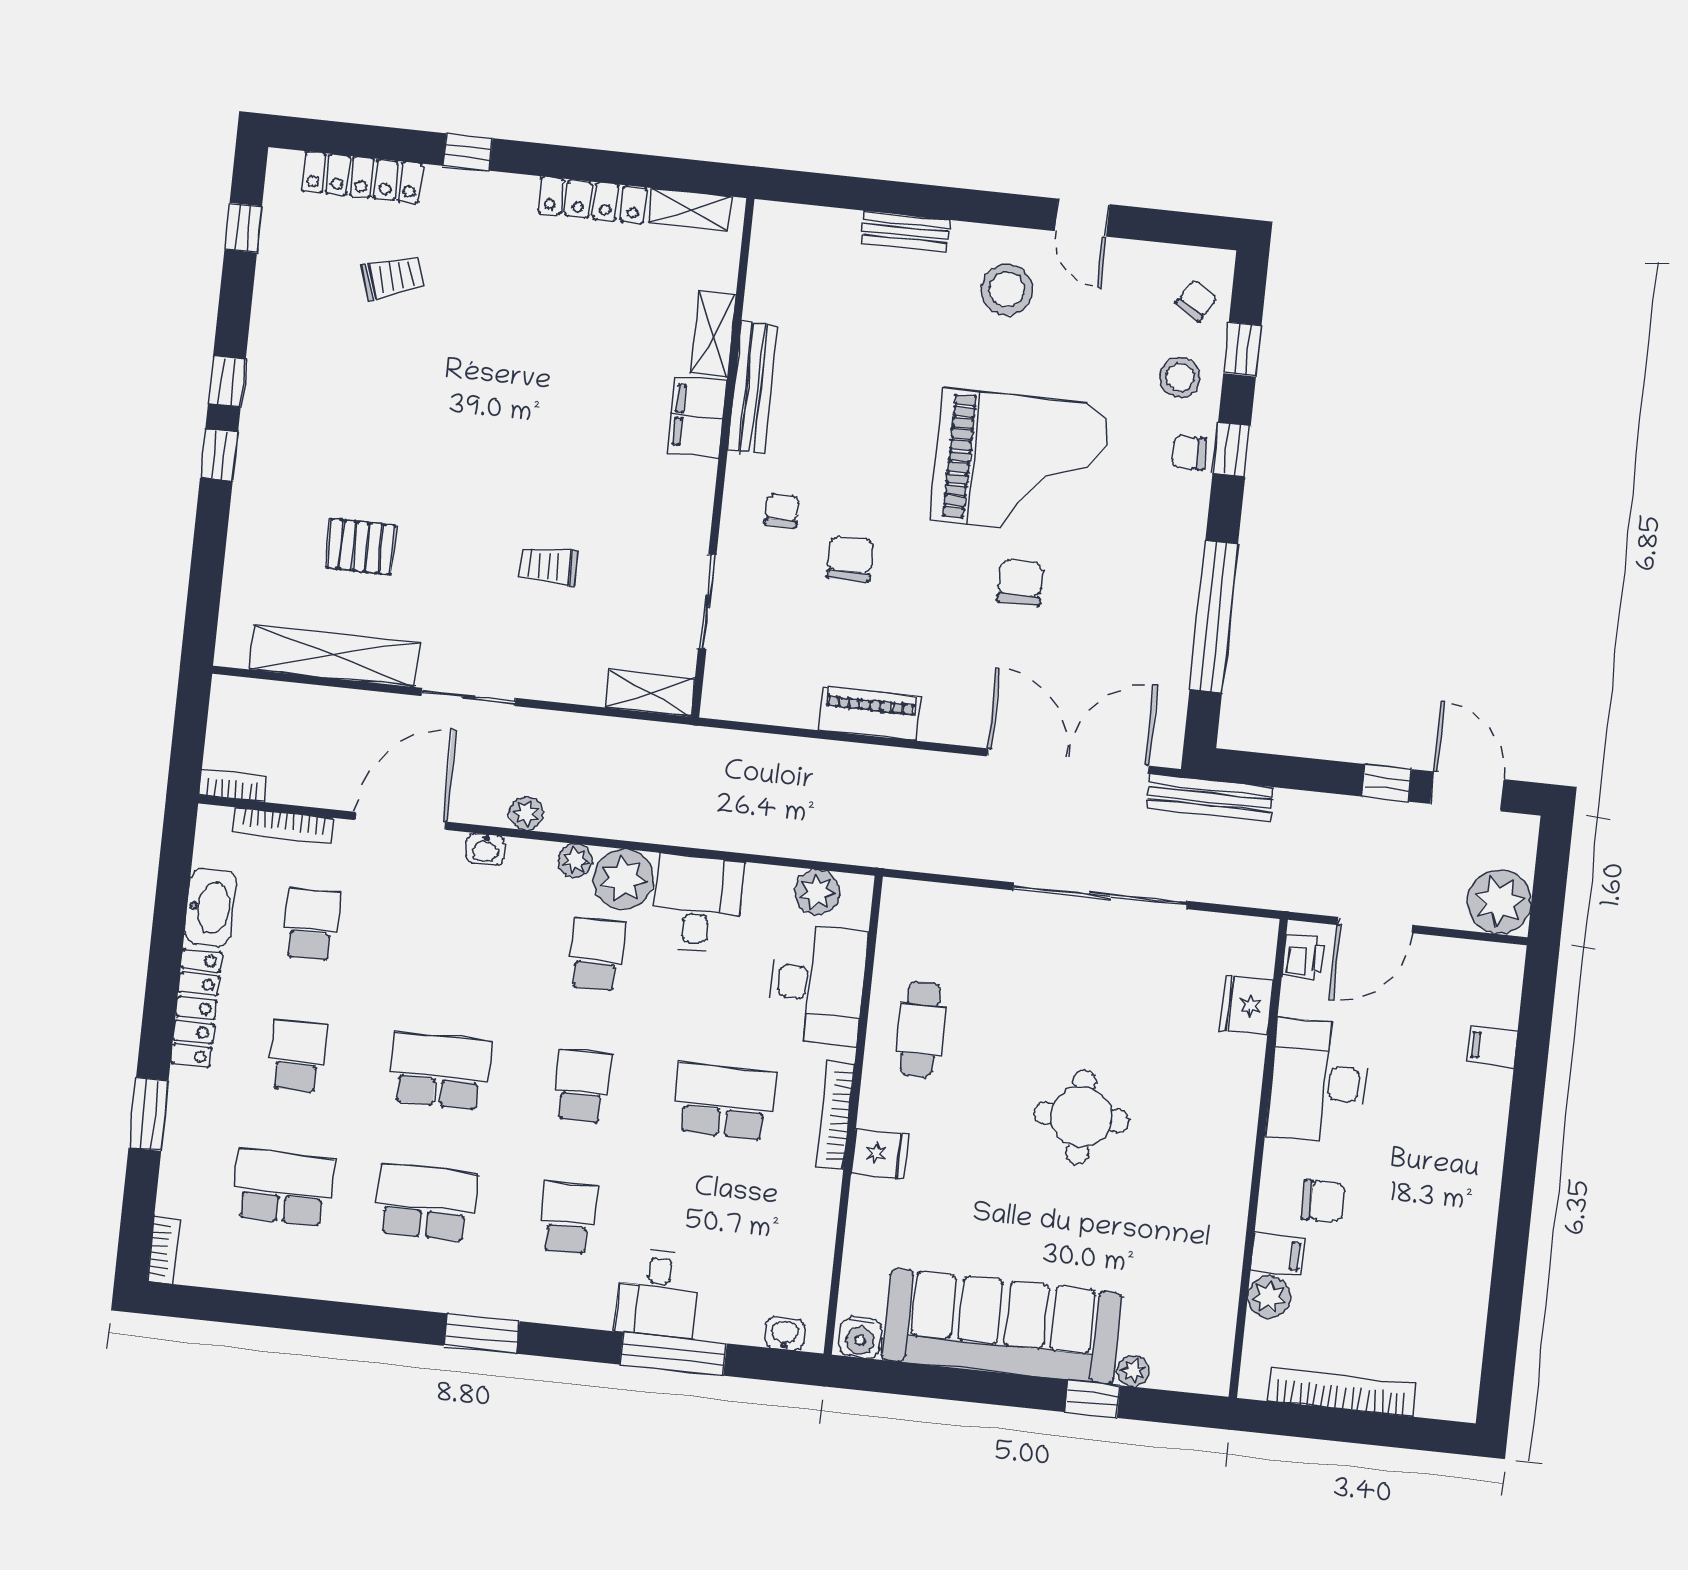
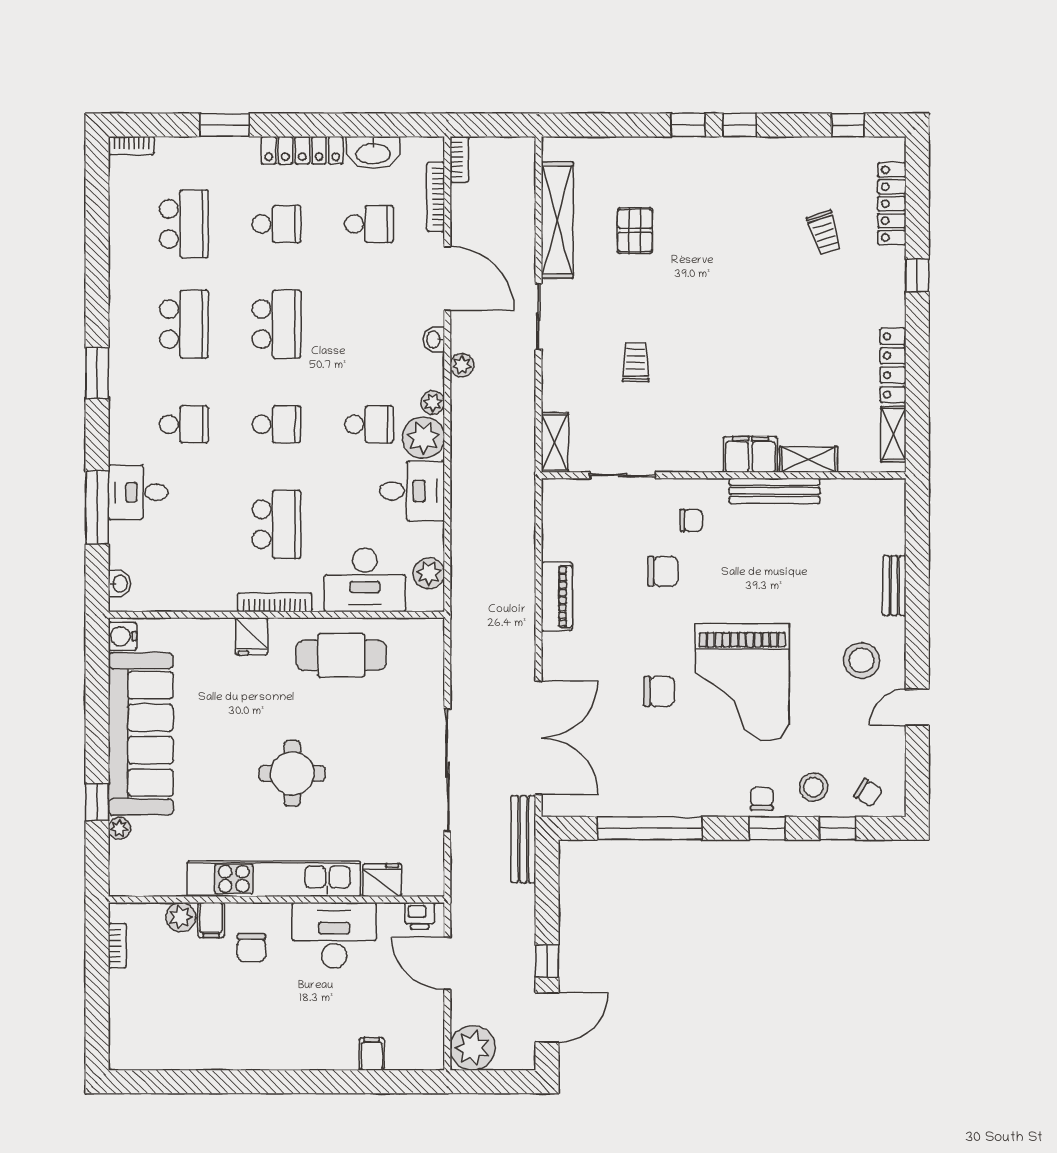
cafe table: (921, 1029) -> (341, 655), width x1.37, depth x1.35
kitchen unit: (1228, 1159) -> (274, 879), added
bookcase: (1342, 1392) -> (117, 946), width x0.43, depth x0.76

